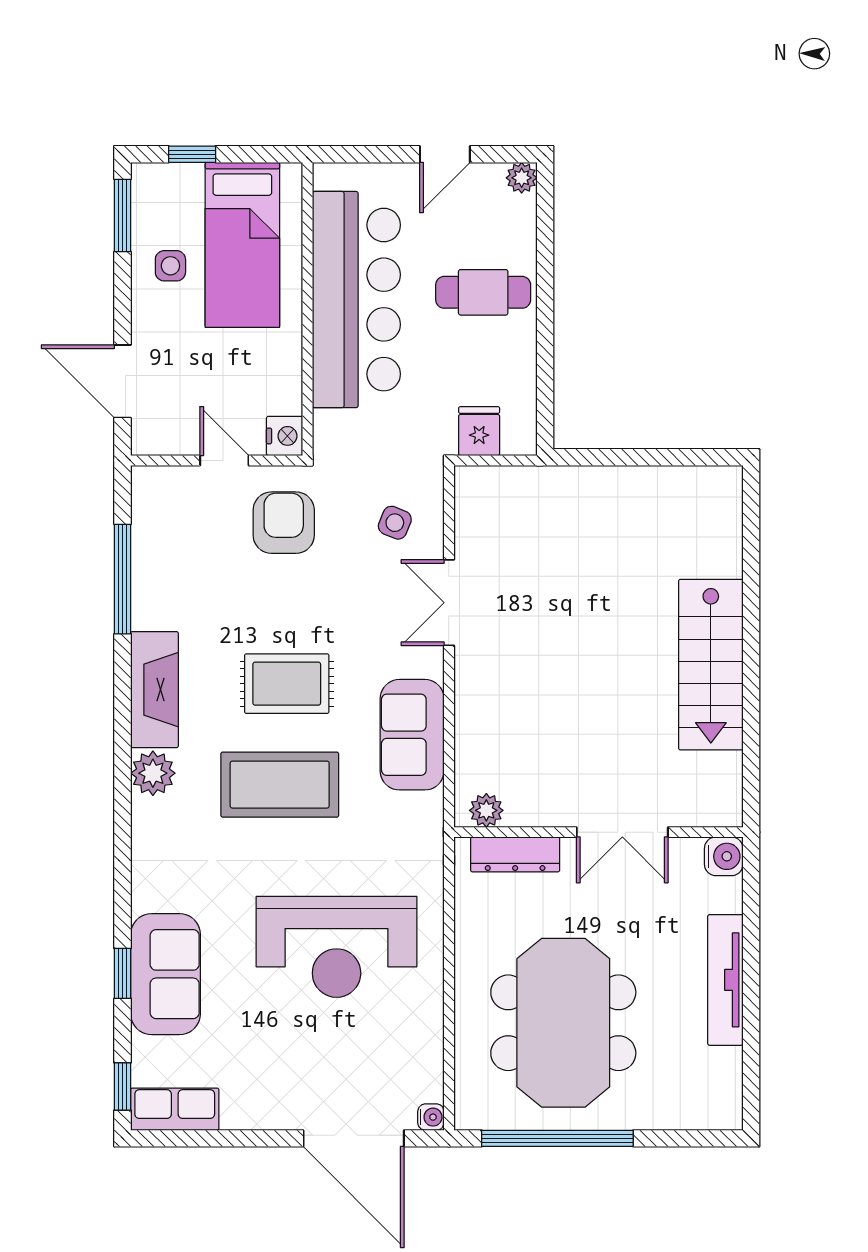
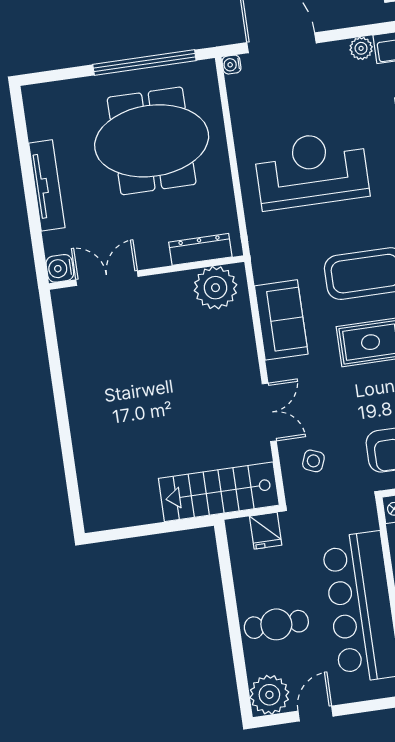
plant: (522, 178) -> (269, 695), width x1.88, depth x1.88
stairs: (711, 665) -> (219, 492), moved, turned -90
plant: (486, 810) -> (216, 288), width x1.88, depth x1.88
double door: (622, 832) -> (107, 278), moved
meeting table: (563, 1023) -> (152, 141), turned 90
plant: (239, 1114) -> (361, 48), added

